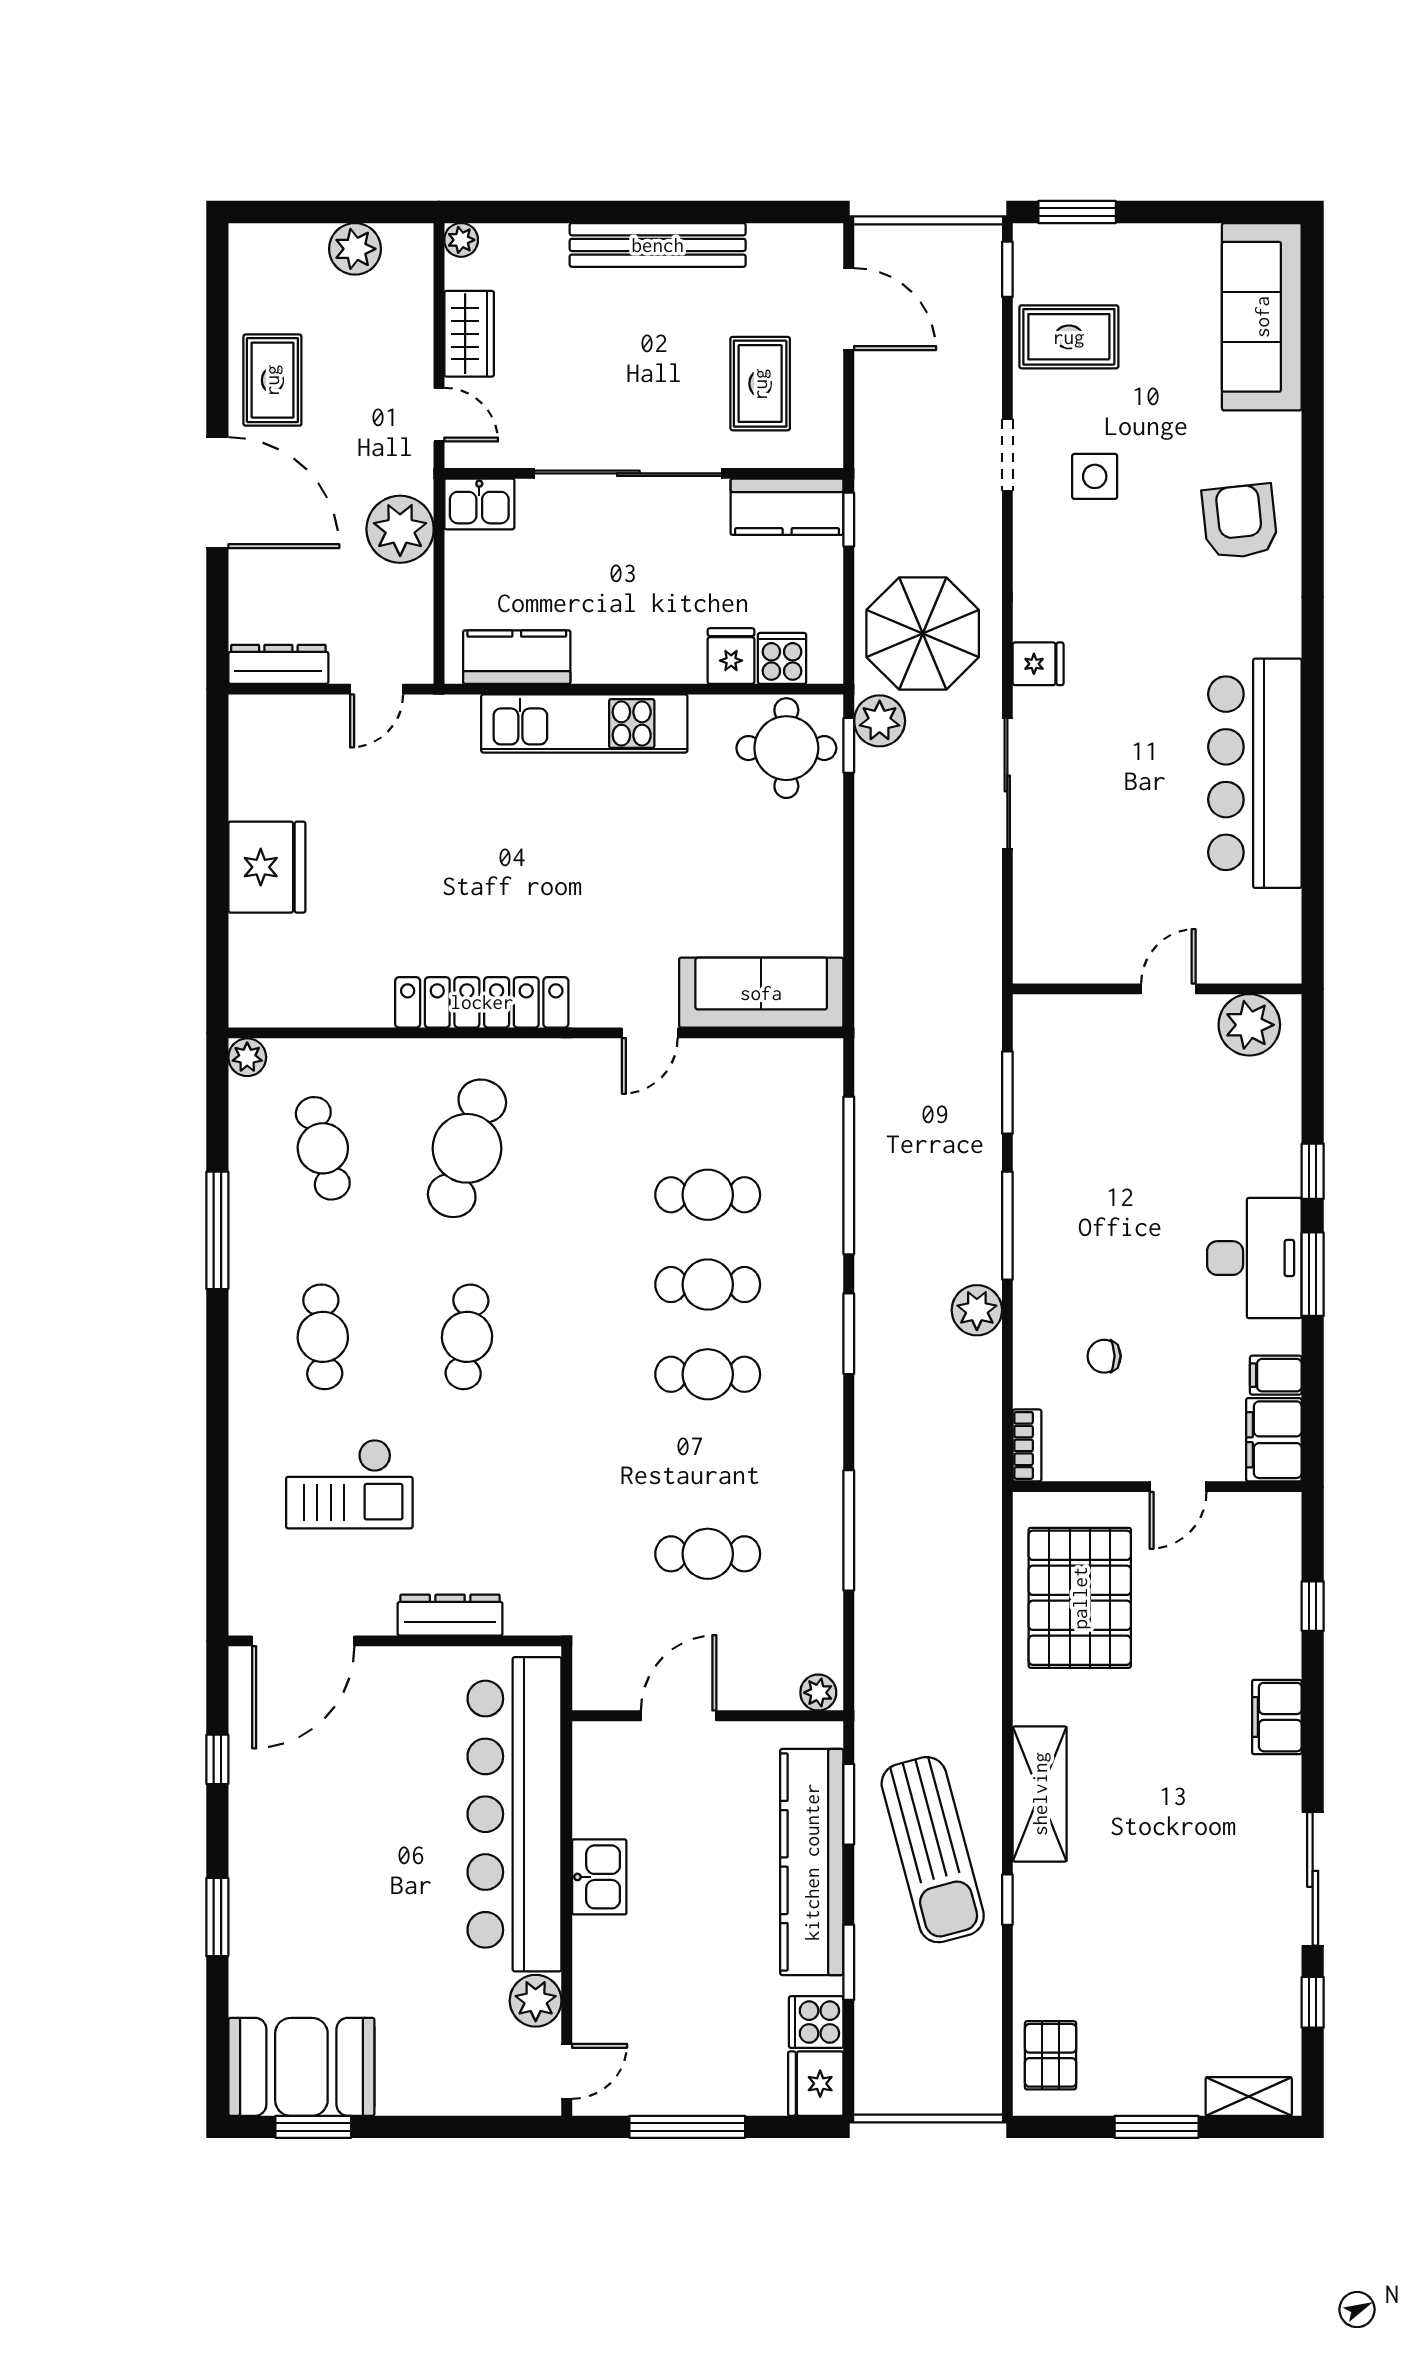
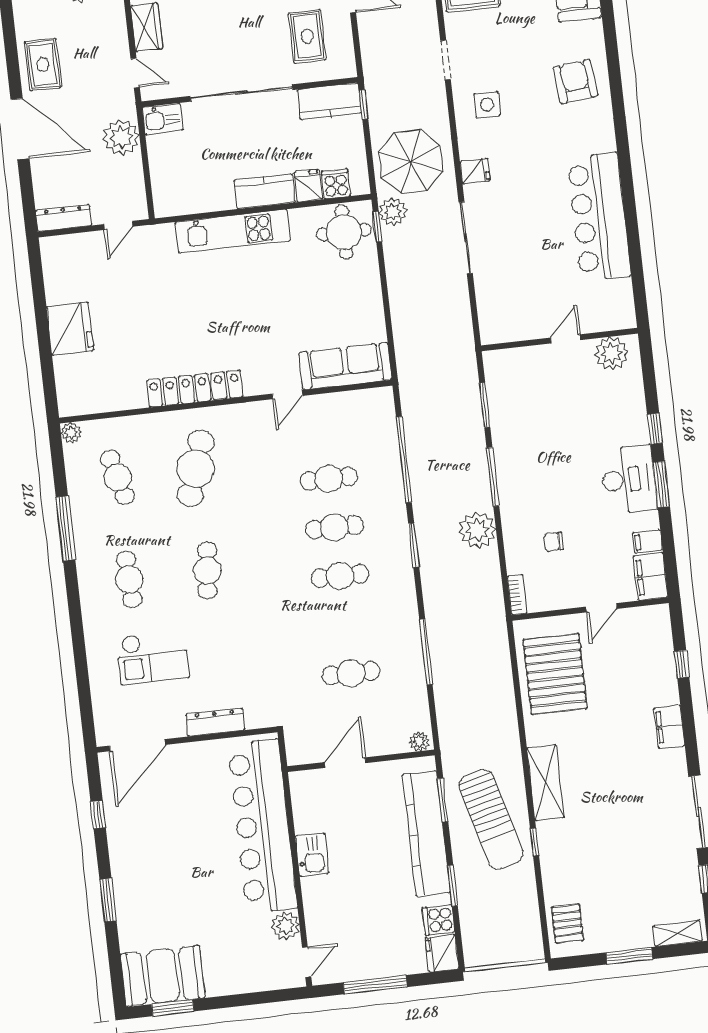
side table: (1095, 476) -> (487, 105), moved
kitchen counter: (517, 657) -> (265, 191), moved
plant: (977, 1310) -> (477, 530), width x1.36, depth x1.36

